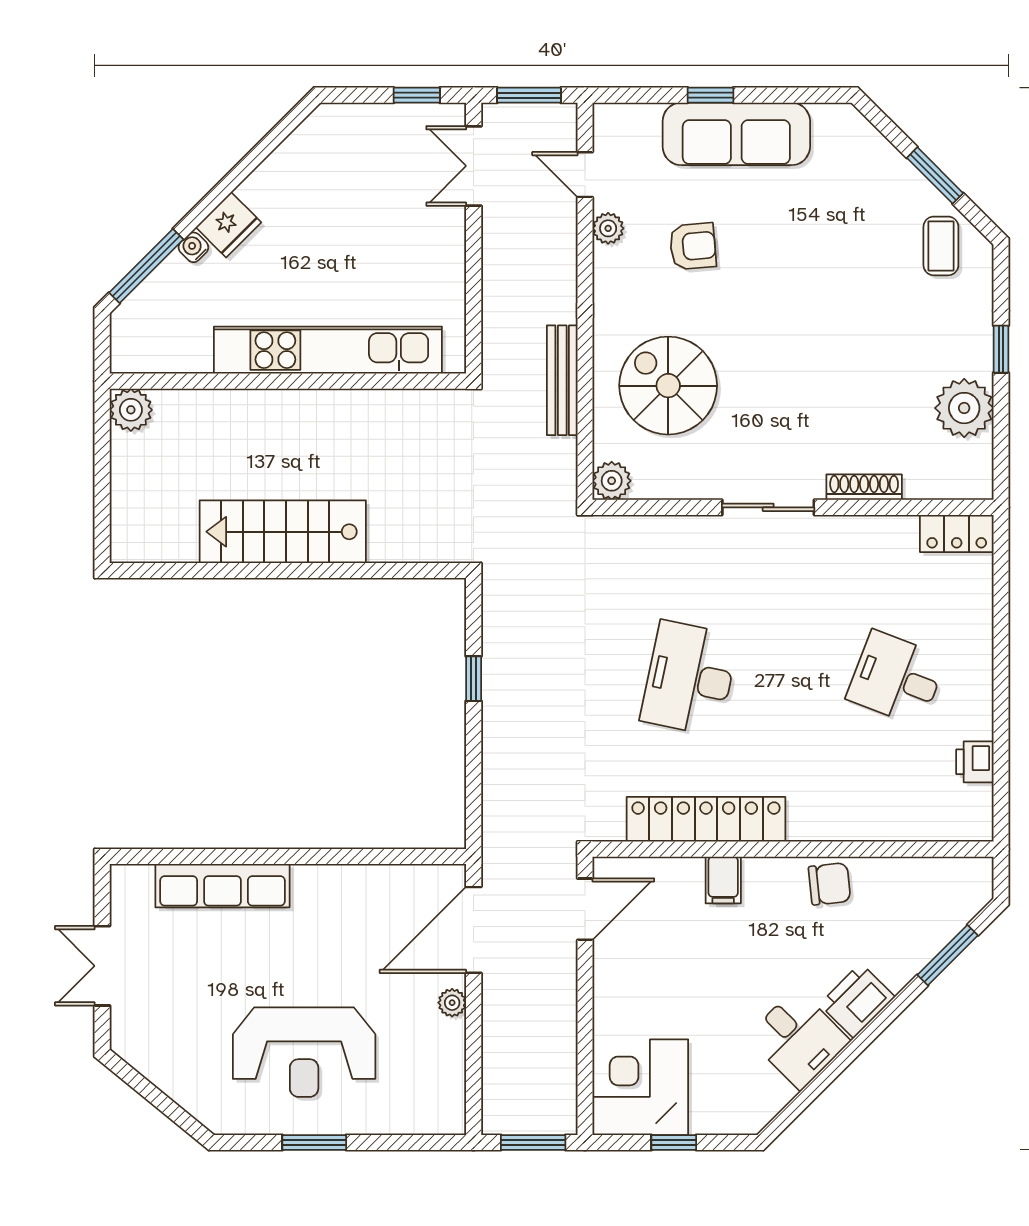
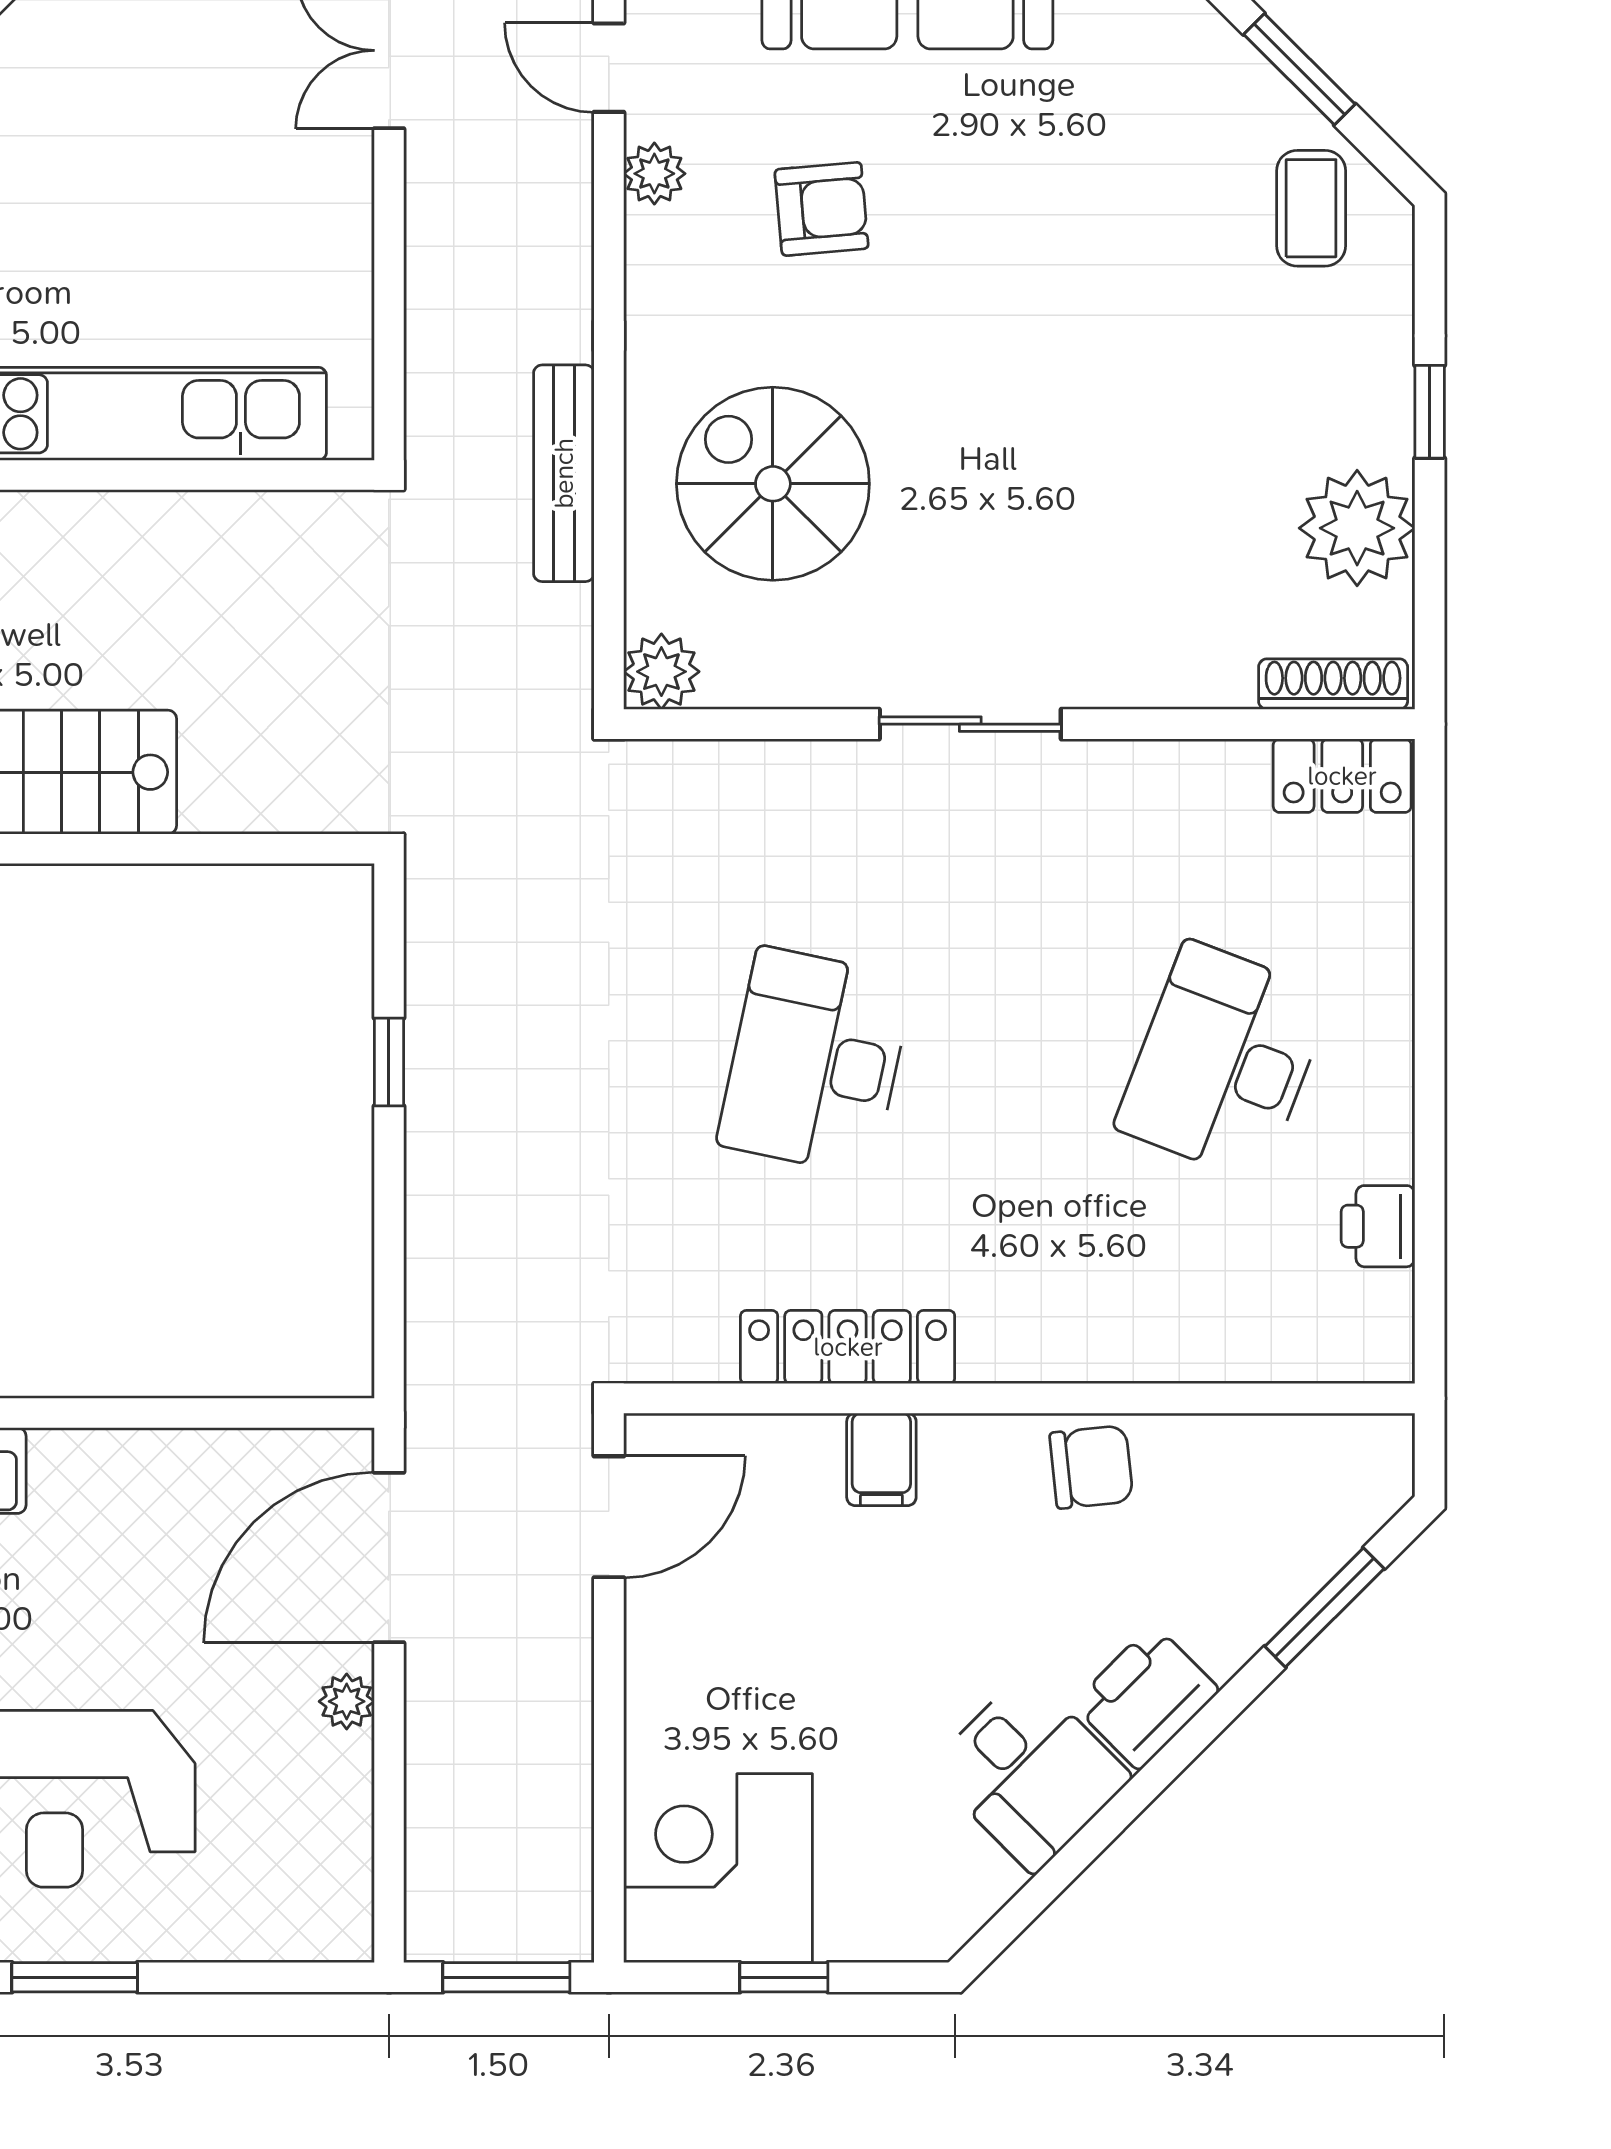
shoe rack: (864, 487) -> (1333, 684), moved
desk: (896, 678) -> (1223, 1061), width x1.37
locker: (706, 819) -> (848, 1347), width x0.71, depth x0.83

